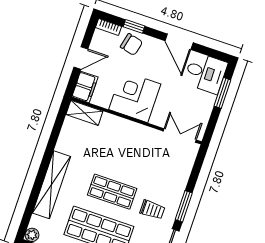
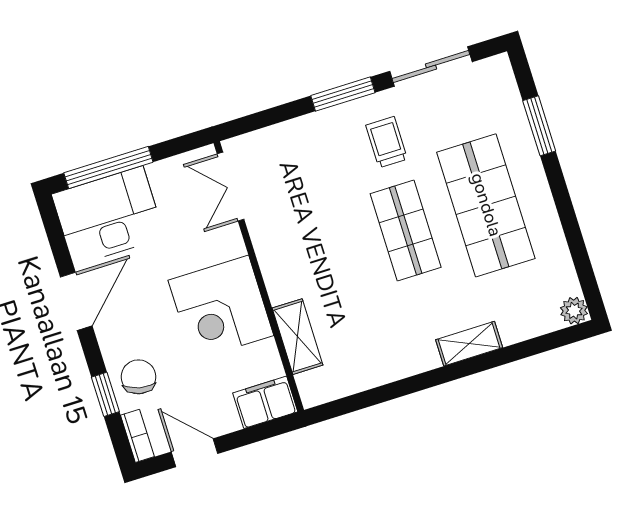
door: (81, 58) -> (195, 453), moved
desk: (206, 73) -> (108, 216), width x1.37
window: (222, 93) -> (108, 168), width x1.44
shelving: (84, 113) -> (298, 337), moved
shelving: (51, 185) -> (469, 344), width x0.45, depth x0.75

